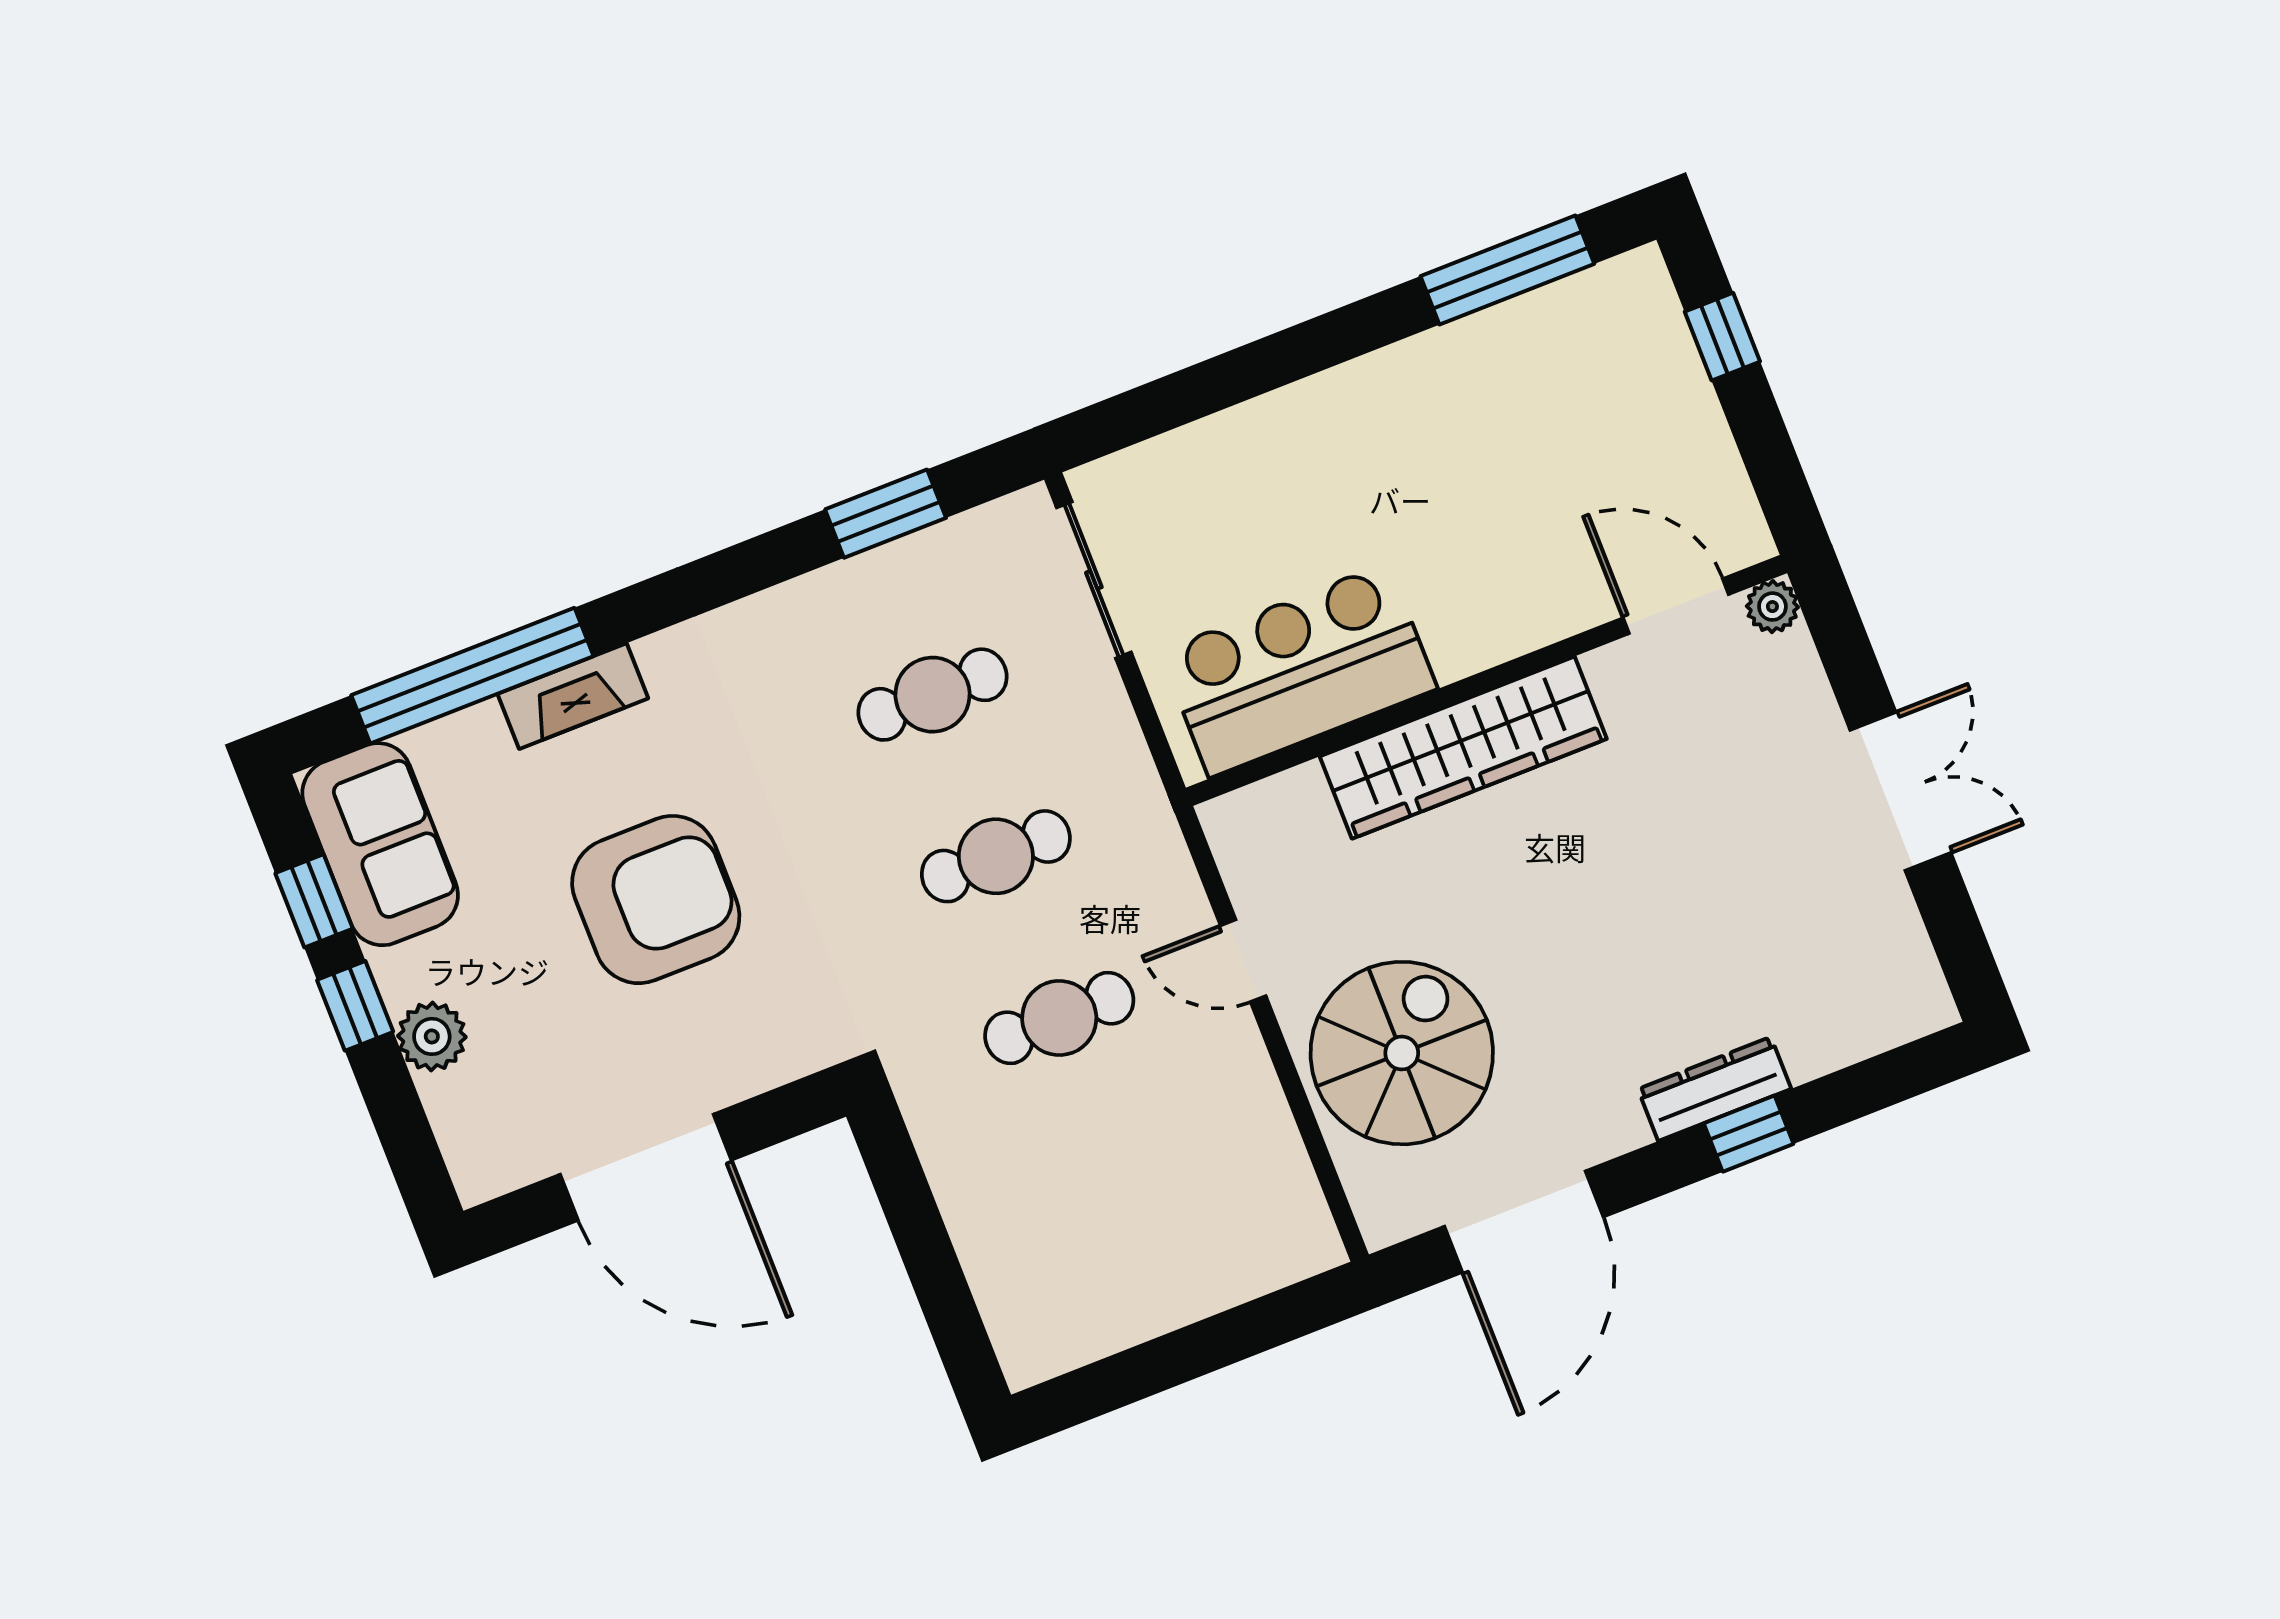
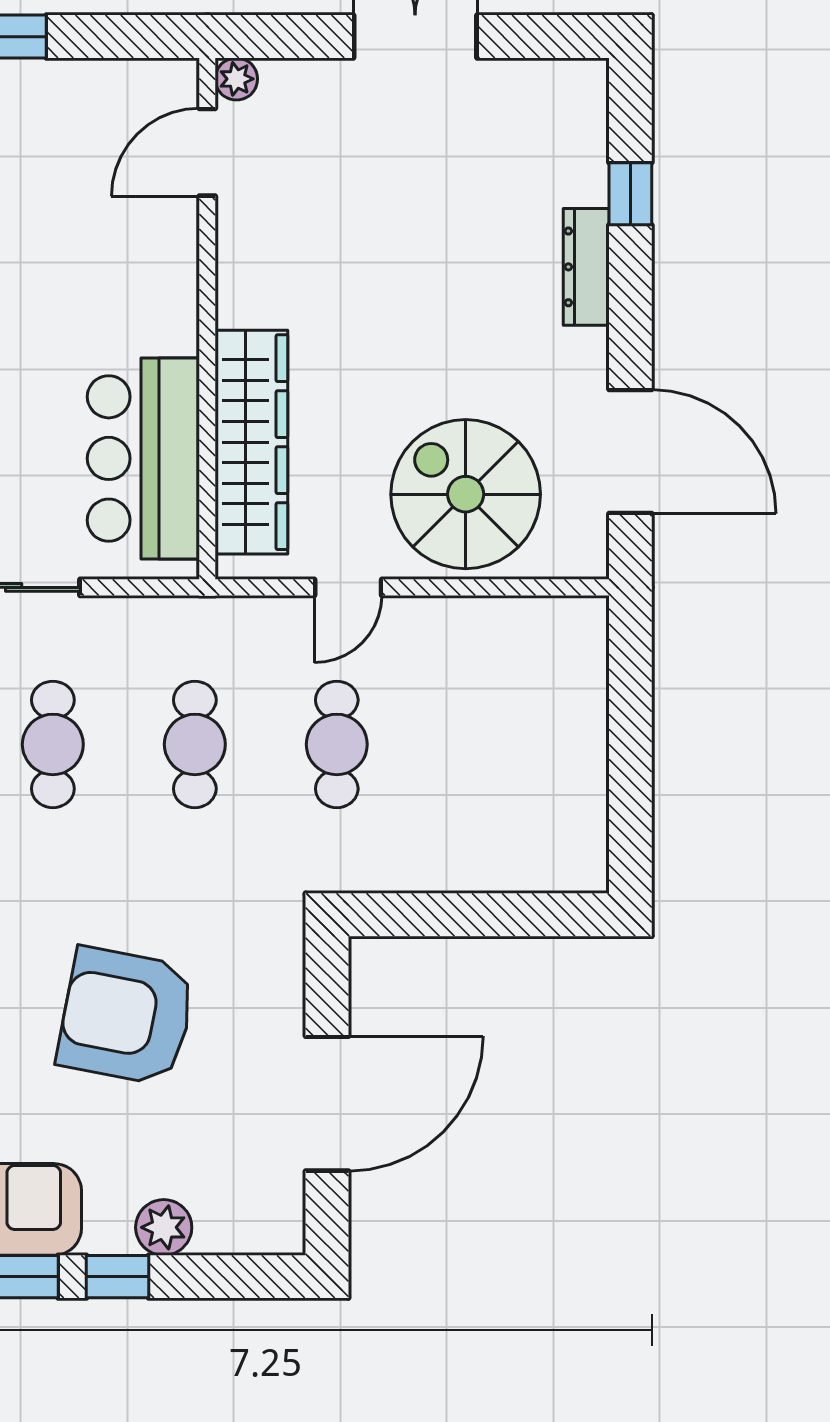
wardrobe: (1463, 748) -> (251, 442), moved
armchair: (656, 900) -> (126, 1016), turned -79
window: (1749, 1134) -> (630, 194), moved

